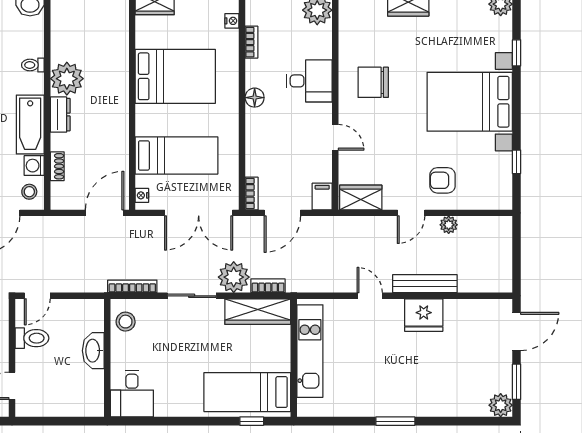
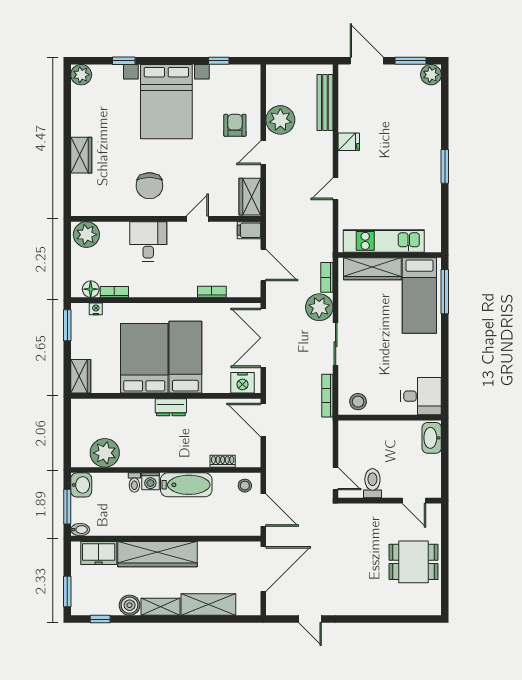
plant: (67, 79) -> (105, 453), moved
floor lamp: (255, 98) -> (91, 289), moved
dresser: (60, 115) -> (171, 407), moved, turned 180
bed: (177, 155) -> (185, 357), moved
washing machine: (34, 166) -> (150, 481), moved
armchair: (443, 180) -> (235, 125), turned 180
bookcase: (252, 193) -> (212, 292), moved
nightstand: (142, 195) -> (243, 383), width x1.89, depth x1.79
double door: (199, 213) -> (263, 338), swing flipped
door: (411, 213) -> (263, 153), swing flipped
plant: (449, 225) -> (280, 120), width x1.87, depth x1.87
bench: (425, 284) -> (325, 102), moved
wardrobe: (258, 312) -> (372, 269), moved, turned 90
fridge: (424, 315) -> (349, 142), width x0.53, depth x0.75
washbasin: (93, 351) -> (432, 438), moved, turned 90
window: (252, 421) -> (445, 292), width x2.17

